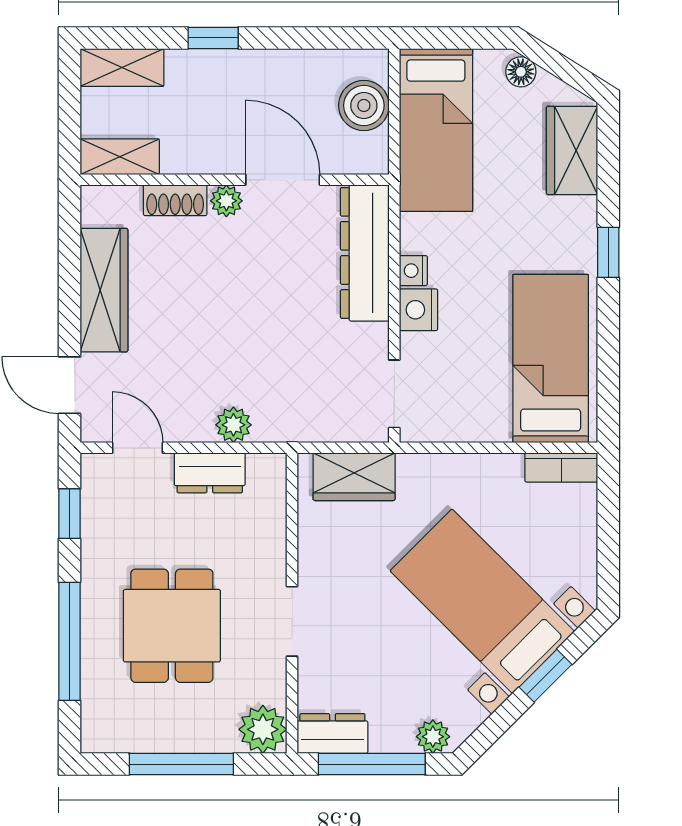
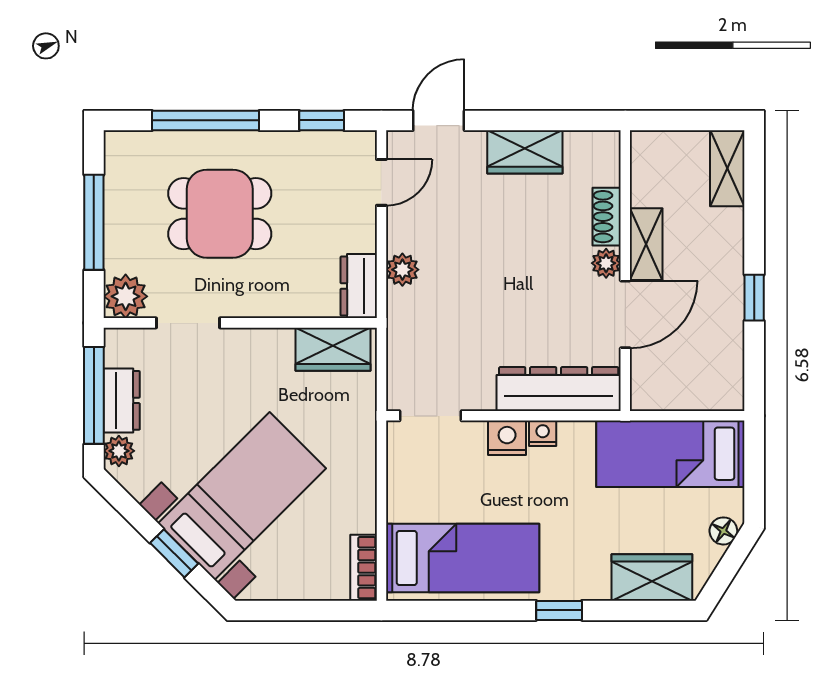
window: (213, 38) -> (754, 298), moved
boiler: (364, 105) -> (693, 388), removed
shelving: (120, 157) -> (646, 244), moved
wardrobe: (104, 290) -> (525, 152), width x0.67
dresser: (210, 473) -> (359, 286), moved
wardrobe: (354, 477) -> (333, 349), moved, turned -90
doorway: (292, 621) -> (188, 323), moved
dresser: (332, 734) -> (122, 400), moved

